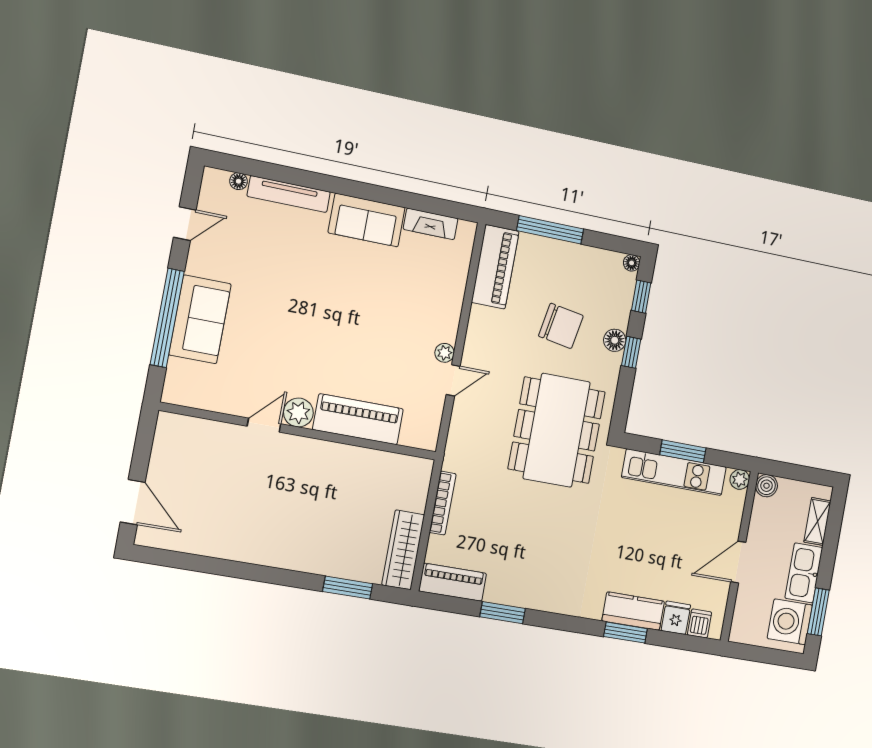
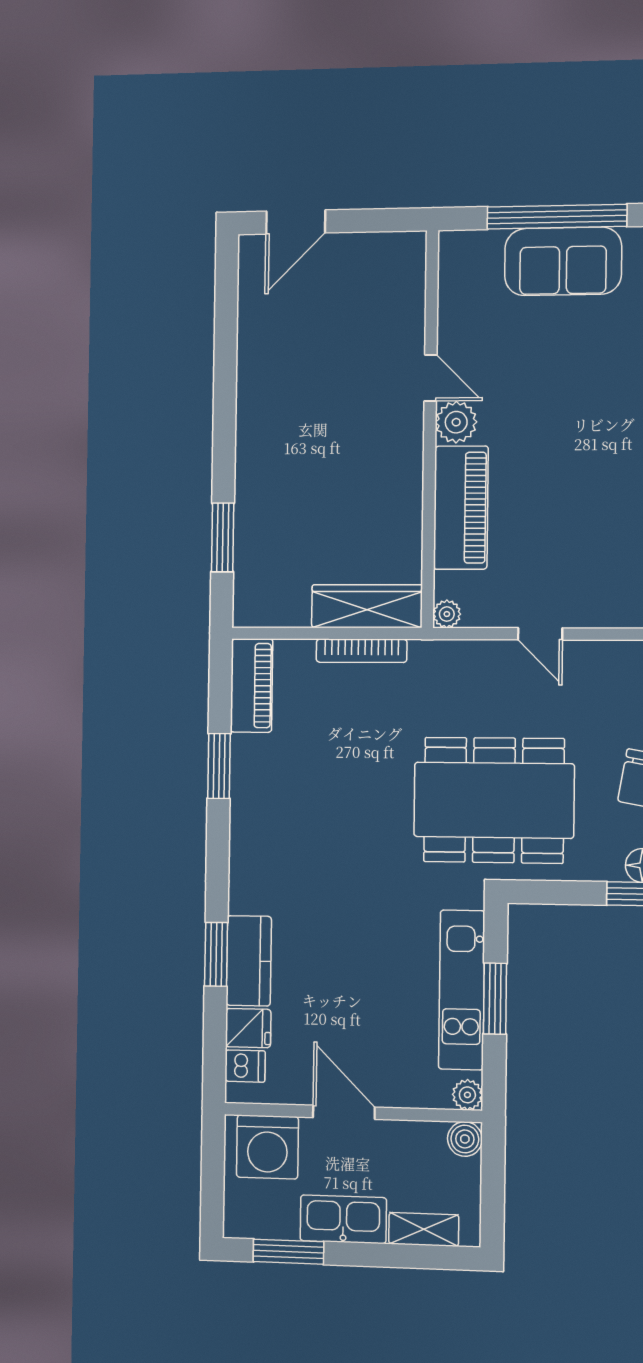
plant: (445, 353) -> (447, 614), moved
wardrobe: (403, 550) -> (367, 606), moved
washing machine: (790, 622) -> (267, 1147), moved, turned 180

